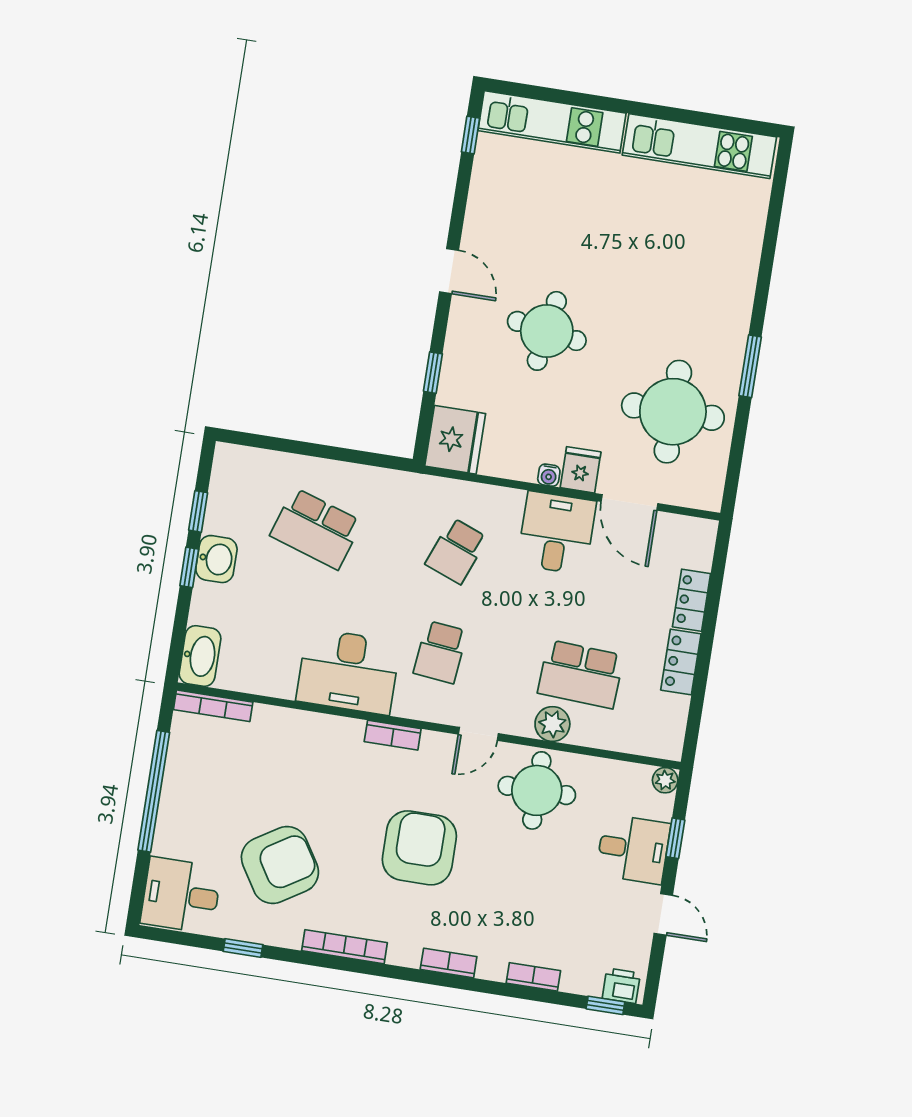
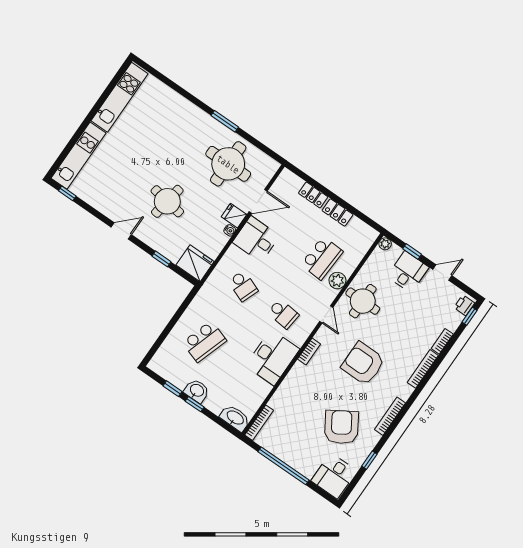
bookcase: (449, 963) -> (423, 369), width x1.56

